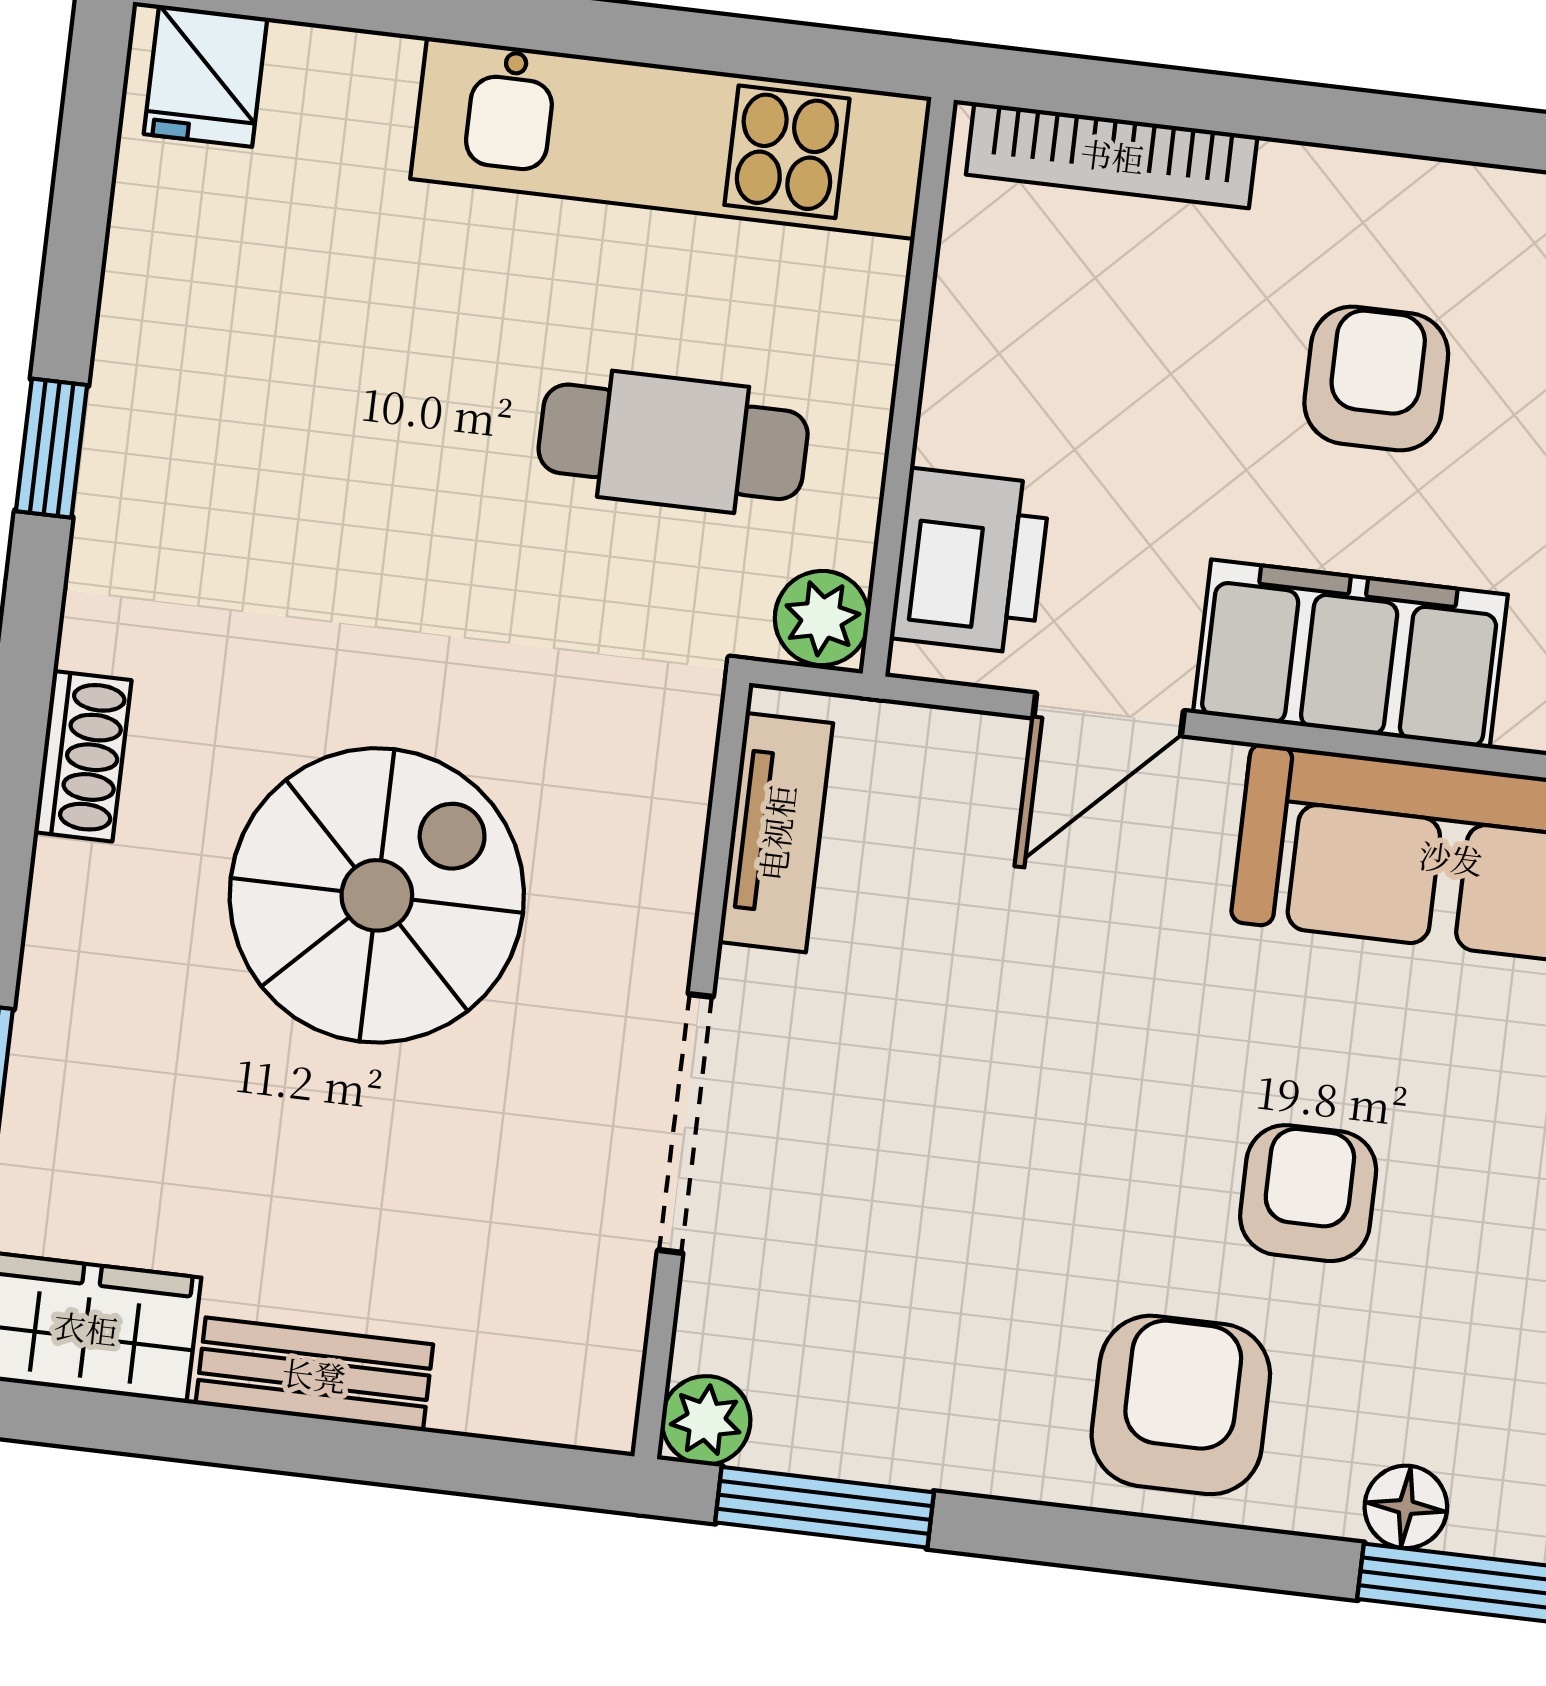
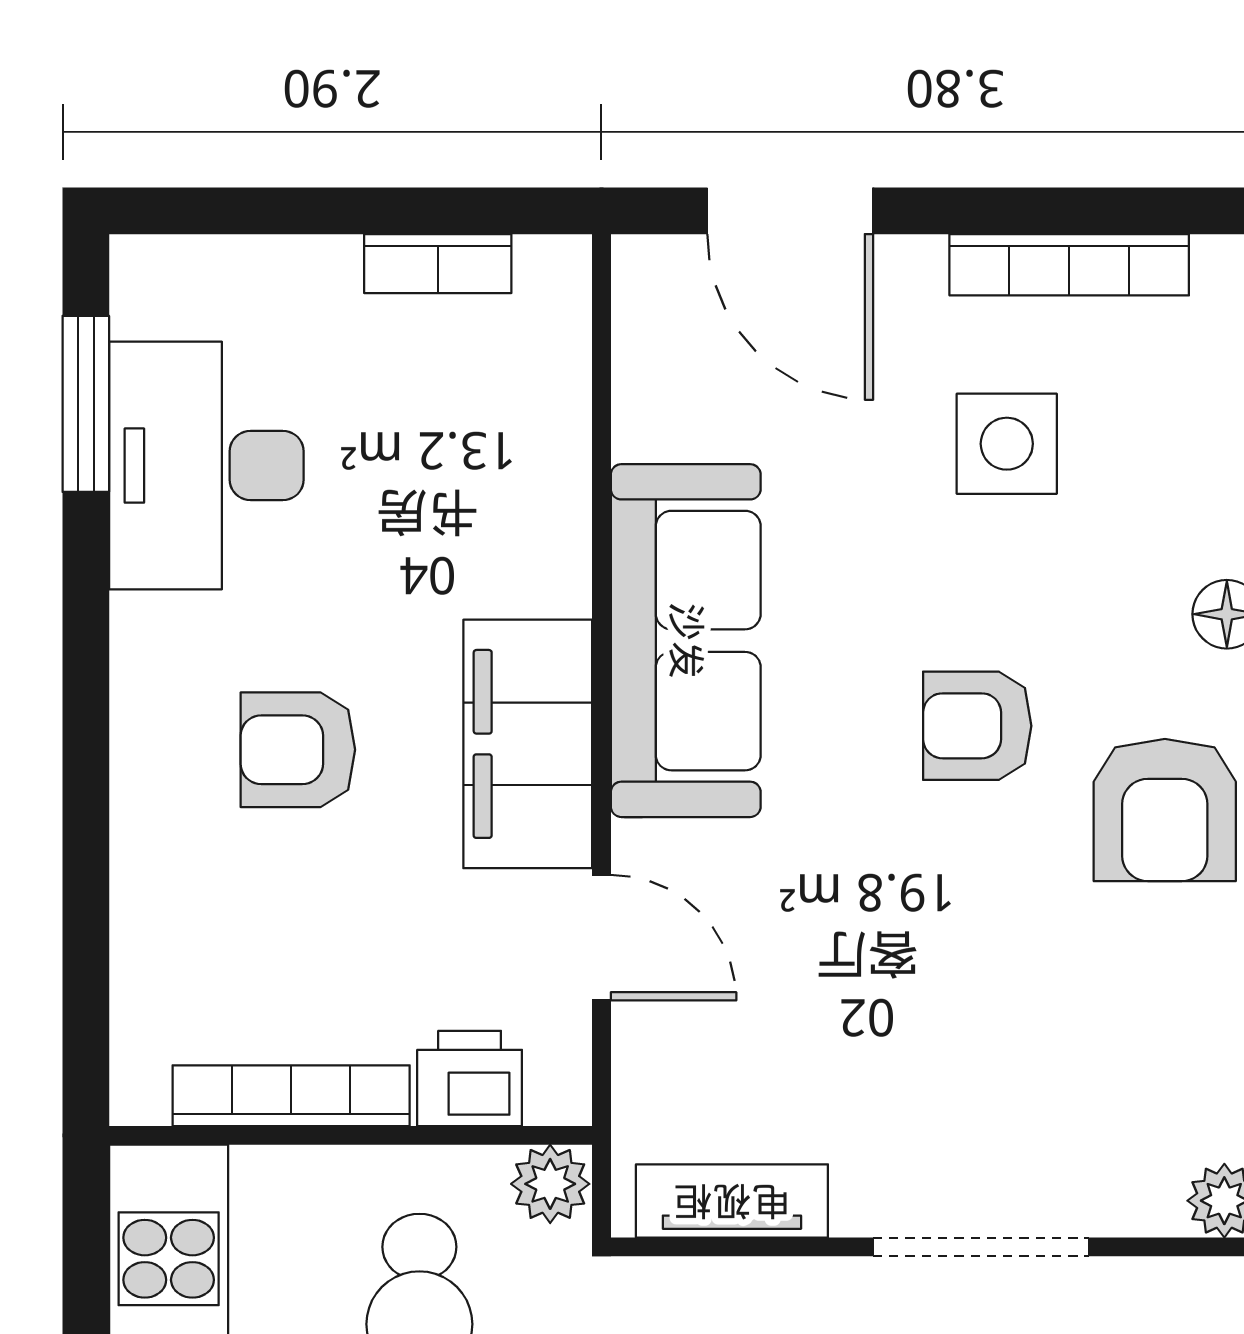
bookcase: (1112, 155) -> (291, 1096), moved, turned -90
printer: (970, 561) -> (470, 1078), width x0.73, depth x0.81
armchair: (1181, 1405) -> (1165, 810), turned -90

